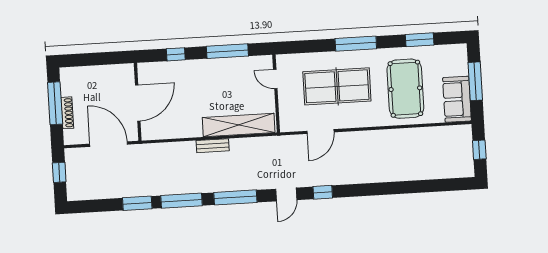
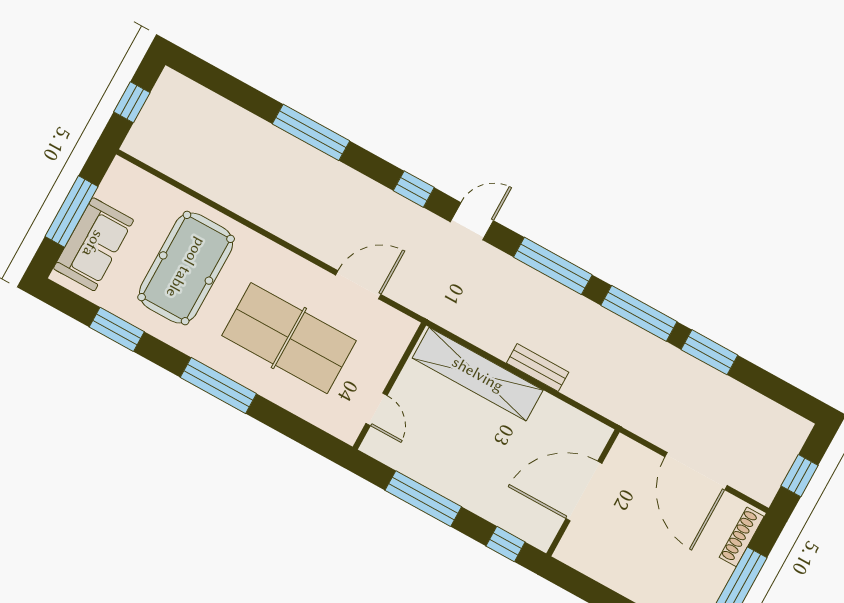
sofa: (457, 99) -> (93, 244), moved
wall: (138, 102) -> (583, 493), moved
door: (138, 103) -> (584, 491), moved
shoe rack: (67, 113) -> (742, 537), moved
window: (387, 188) -> (311, 132), added

